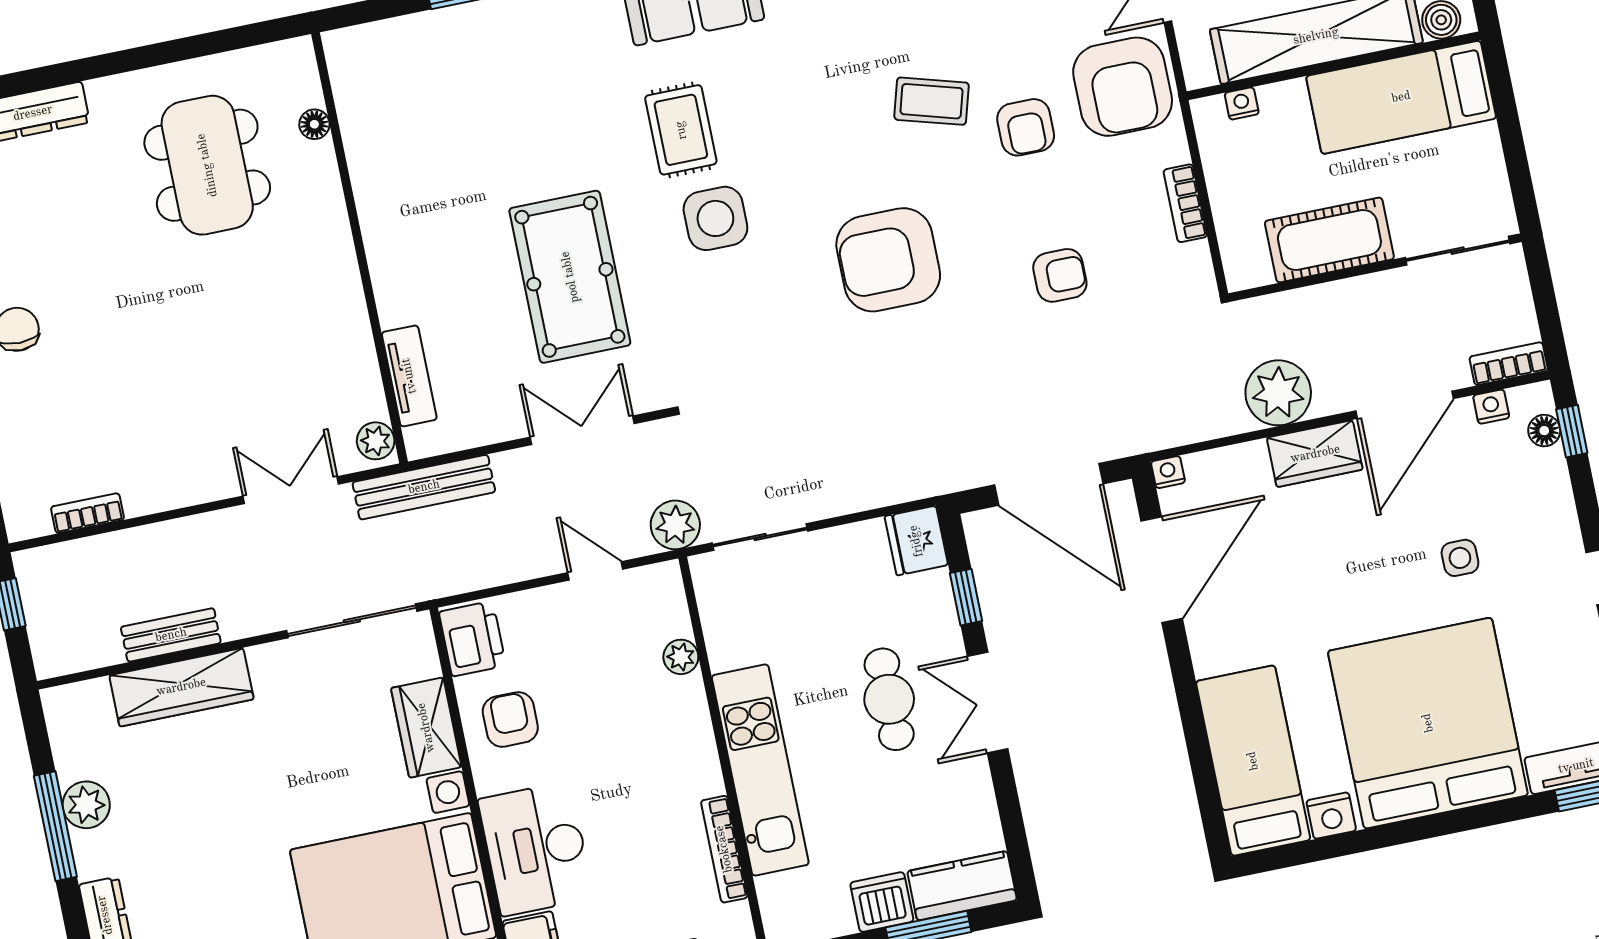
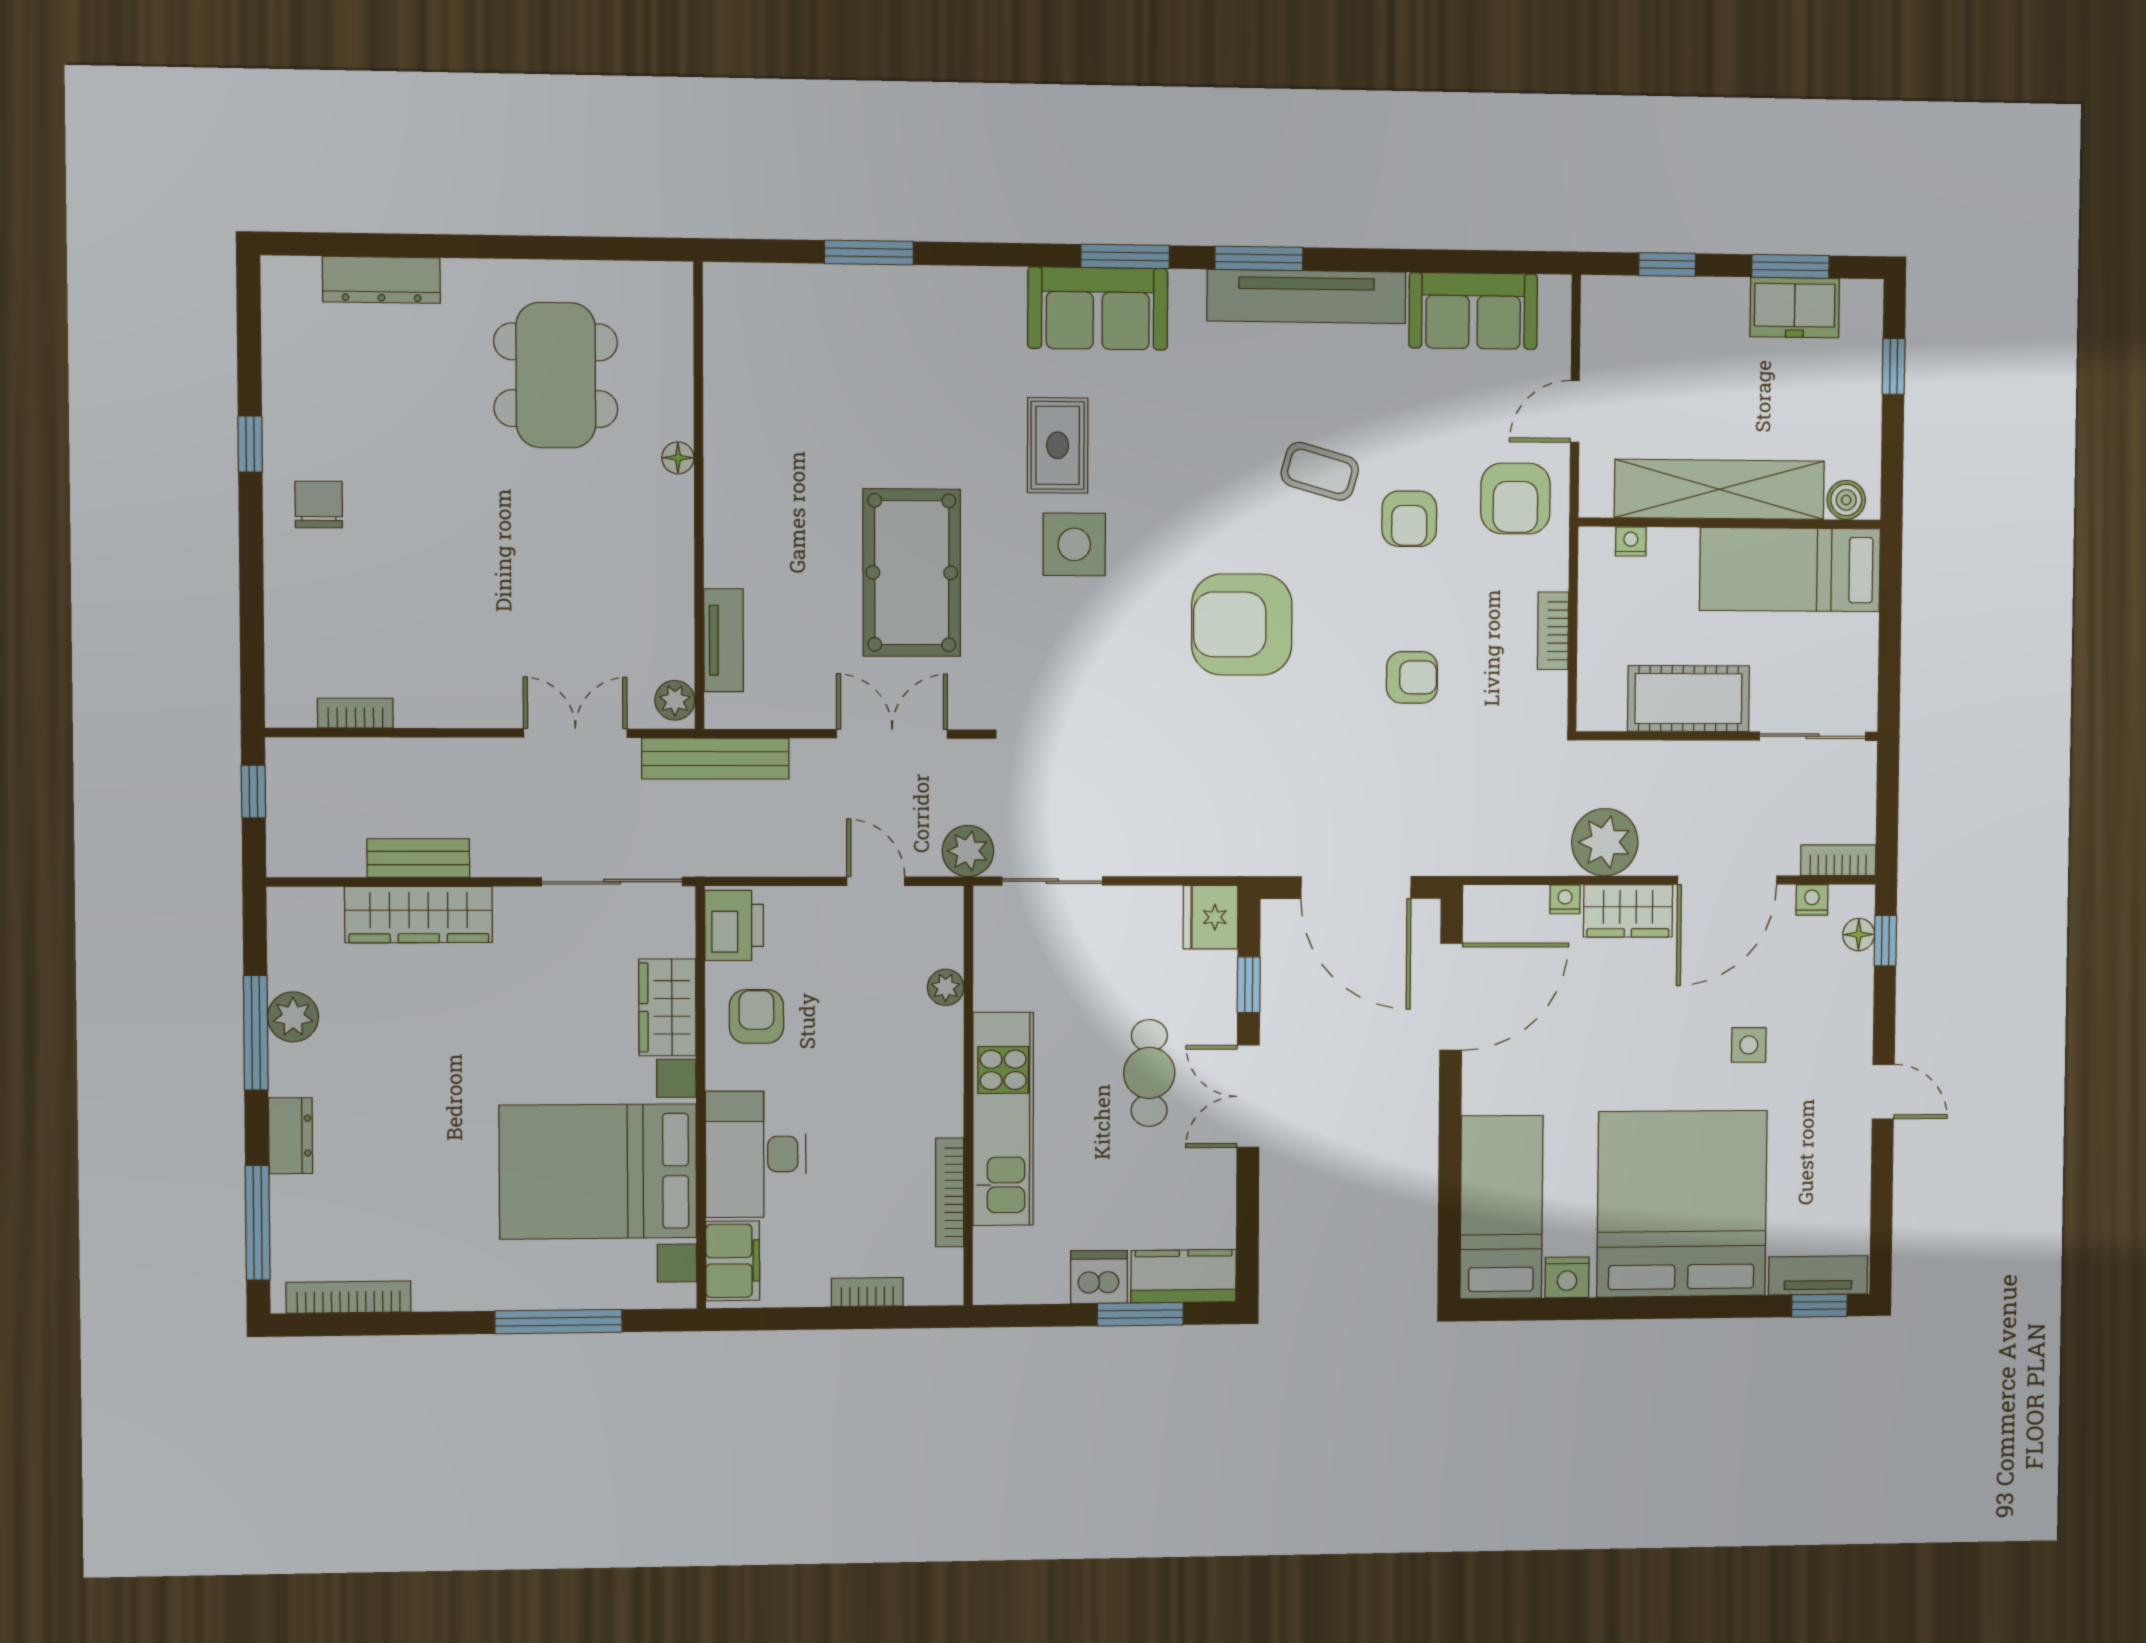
armchair: (1123, 87) -> (1515, 498), width x0.73, depth x0.73
floor lamp: (314, 124) -> (678, 458), moved
nightstand: (1168, 472) -> (1565, 899), moved

